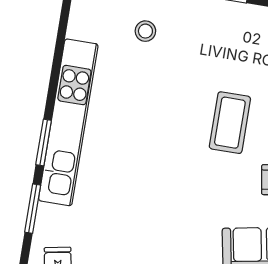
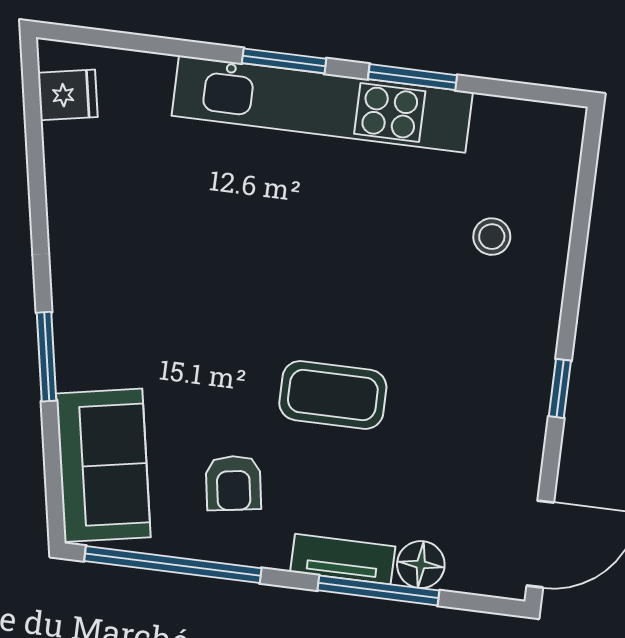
window: (33, 209) -> (413, 77), moved

